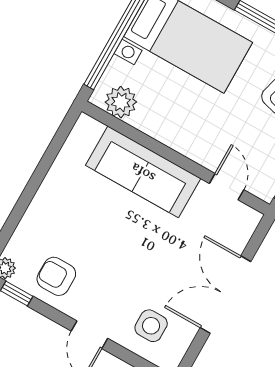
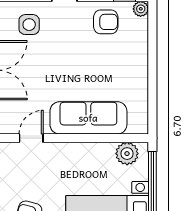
door: (227, 187) -> (31, 138), swing flipped

